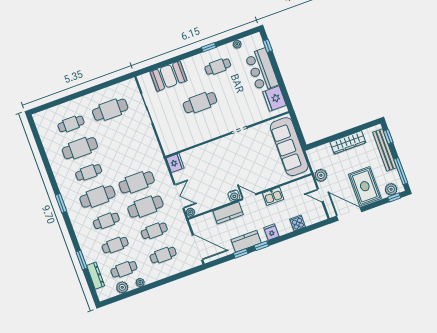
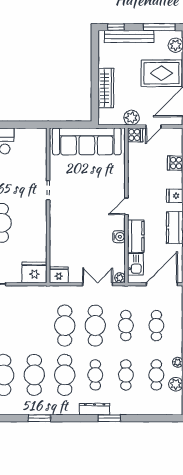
fridge: (274, 99) -> (34, 272), moved, turned 180
wardrobe: (348, 142) -> (106, 88), moved
cafe table: (89, 172) -> (34, 375), width x1.37, depth x1.35
cooker: (308, 183) -> (135, 135), added
water cooler: (234, 196) -> (119, 237), moved
kitchen sink: (273, 196) -> (135, 264), moved
window: (61, 203) -> (39, 418), moved
window: (82, 260) -> (109, 418), moved
dresser: (96, 276) -> (95, 409), moved

